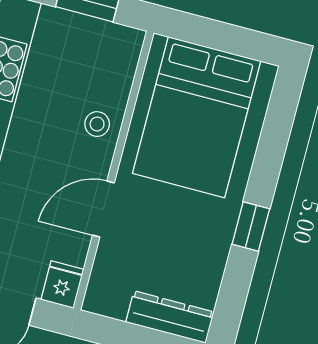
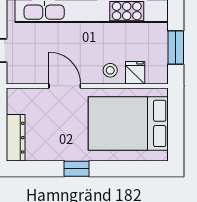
fridge: (62, 284) -> (135, 73), moved, turned -90

